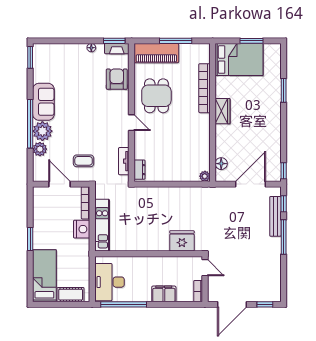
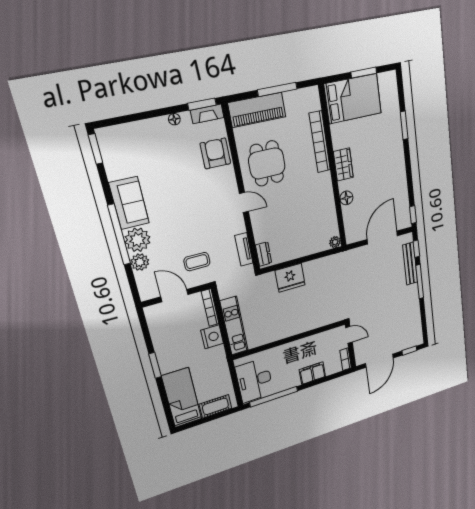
floor lamp: (221, 164) -> (346, 198), moved
fridge: (182, 241) -> (290, 278), moved, turned 180

